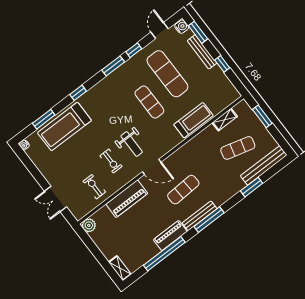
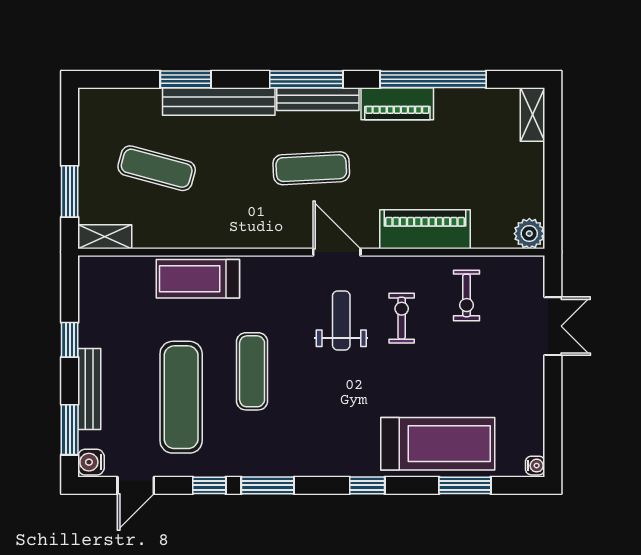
shelving: (225, 120) -> (105, 237), moved
bench: (264, 165) -> (219, 102), moved

